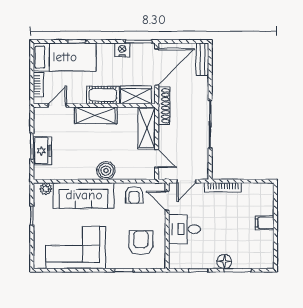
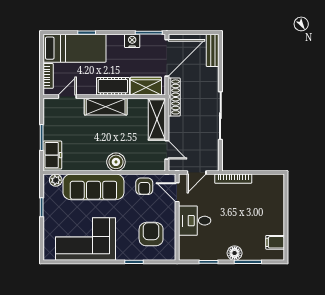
freezer: (42, 151) -> (52, 155), moved
filing cabinet: (265, 223) -> (275, 242), moved

